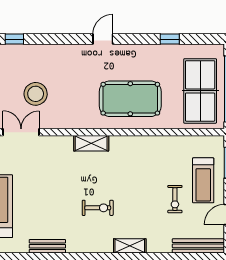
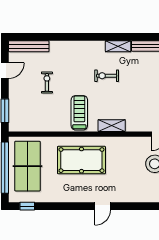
window: (170, 39) -> (27, 206), moved
treadmill: (203, 180) -> (79, 113), moved
shelving: (130, 246) -> (118, 46), moved

